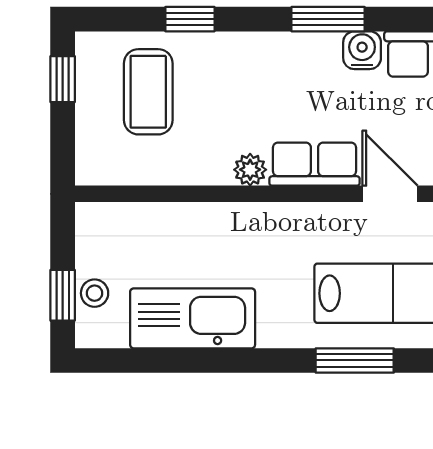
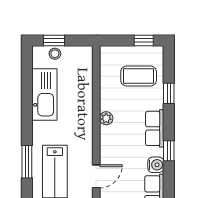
window: (328, 19) -> (169, 151), width x0.67
row of seats: (315, 164) -> (155, 128), moved, turned 180

